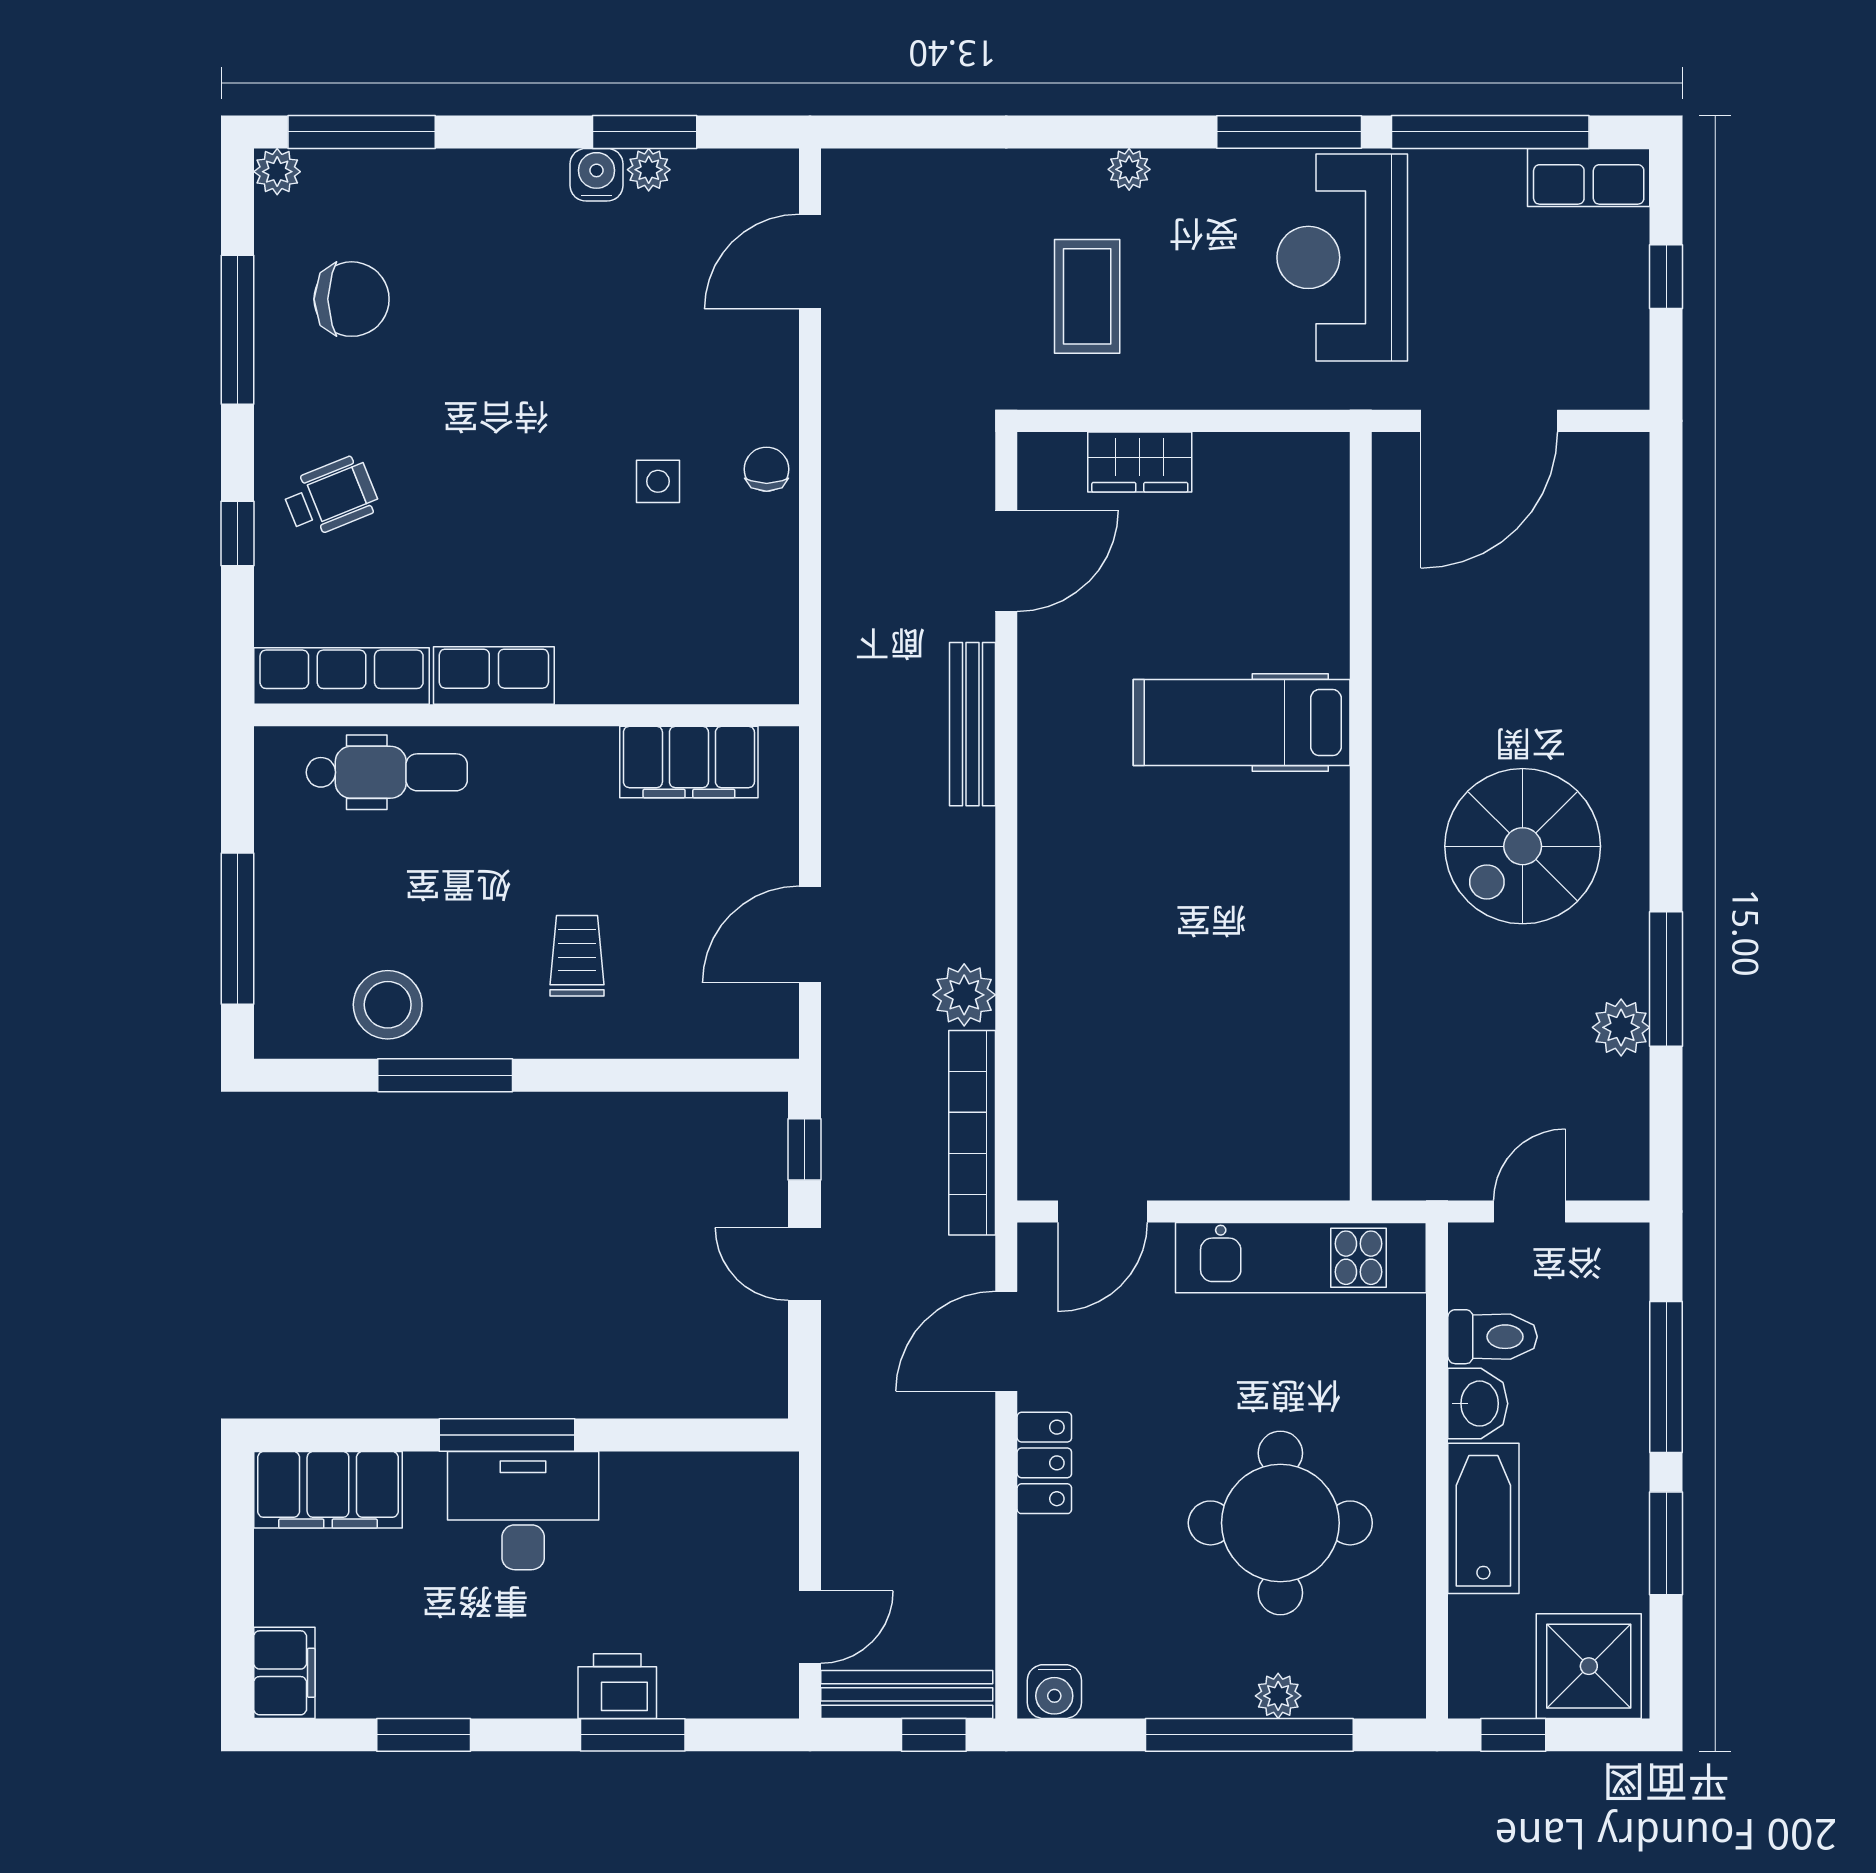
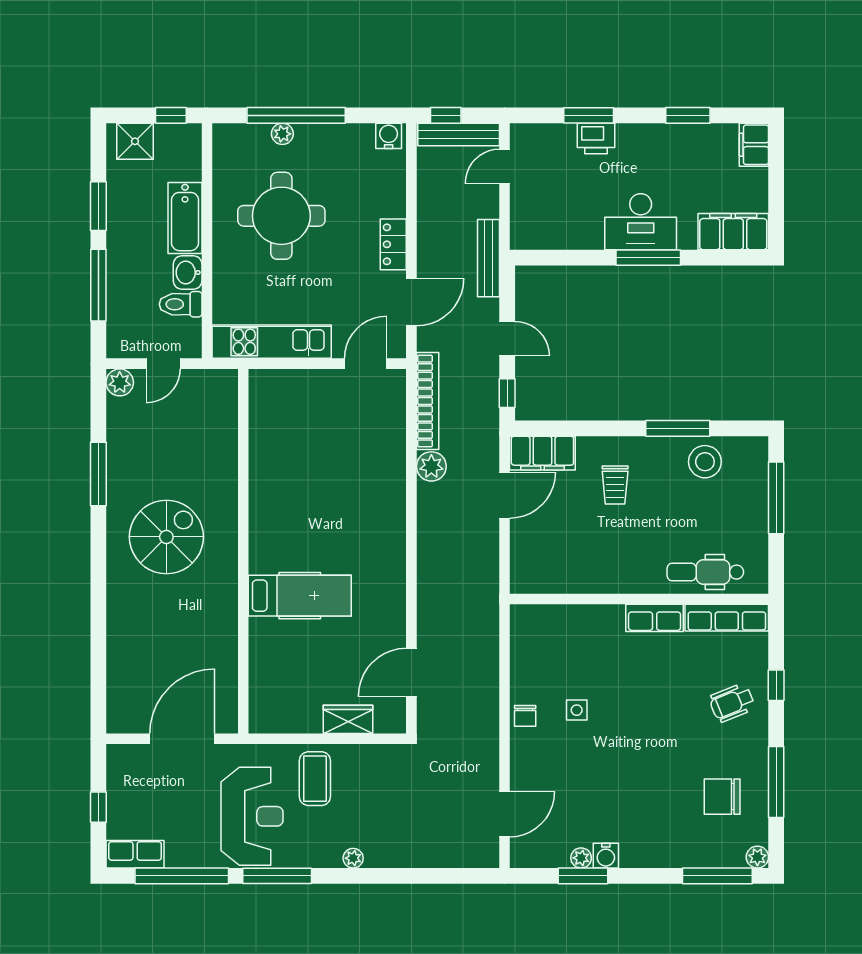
coffee table: (1087, 296) -> (315, 779), moved
bench: (973, 724) -> (488, 258), moved
filing cabinet: (689, 762) -> (542, 453), moved, turned 180
plant: (1621, 1027) -> (120, 382), moved
shower: (1589, 1666) -> (135, 141), width x0.73, depth x0.73

